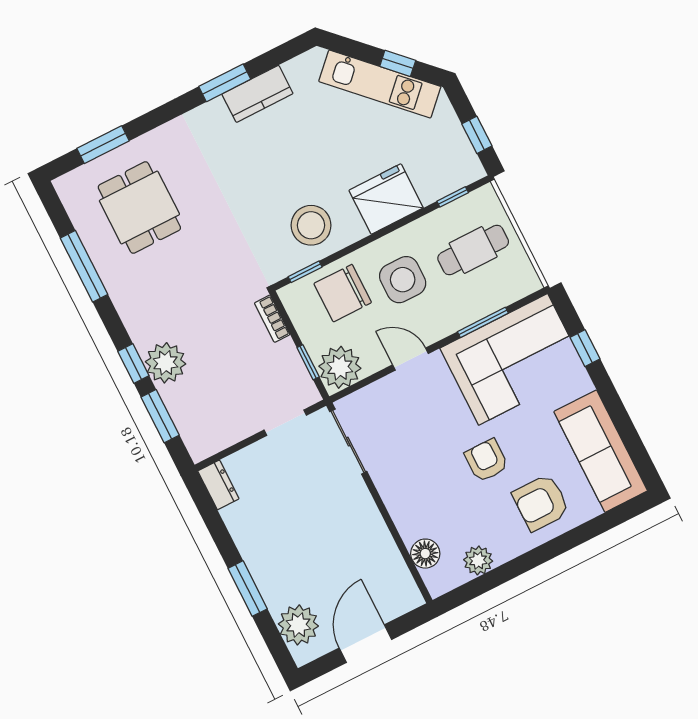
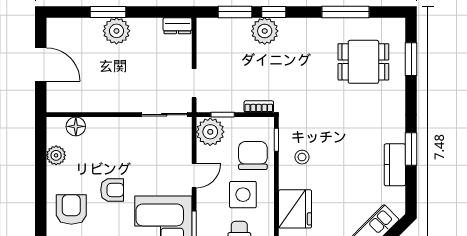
stool: (311, 225) -> (302, 157), width x0.53, depth x0.53
plant: (298, 625) -> (116, 31), moved

